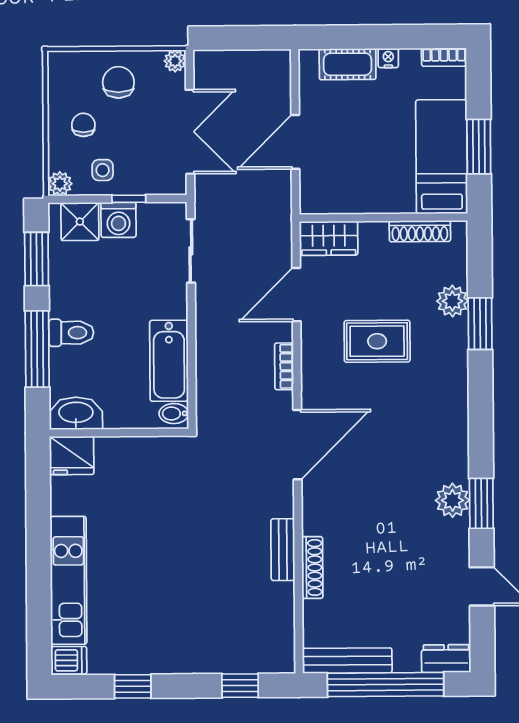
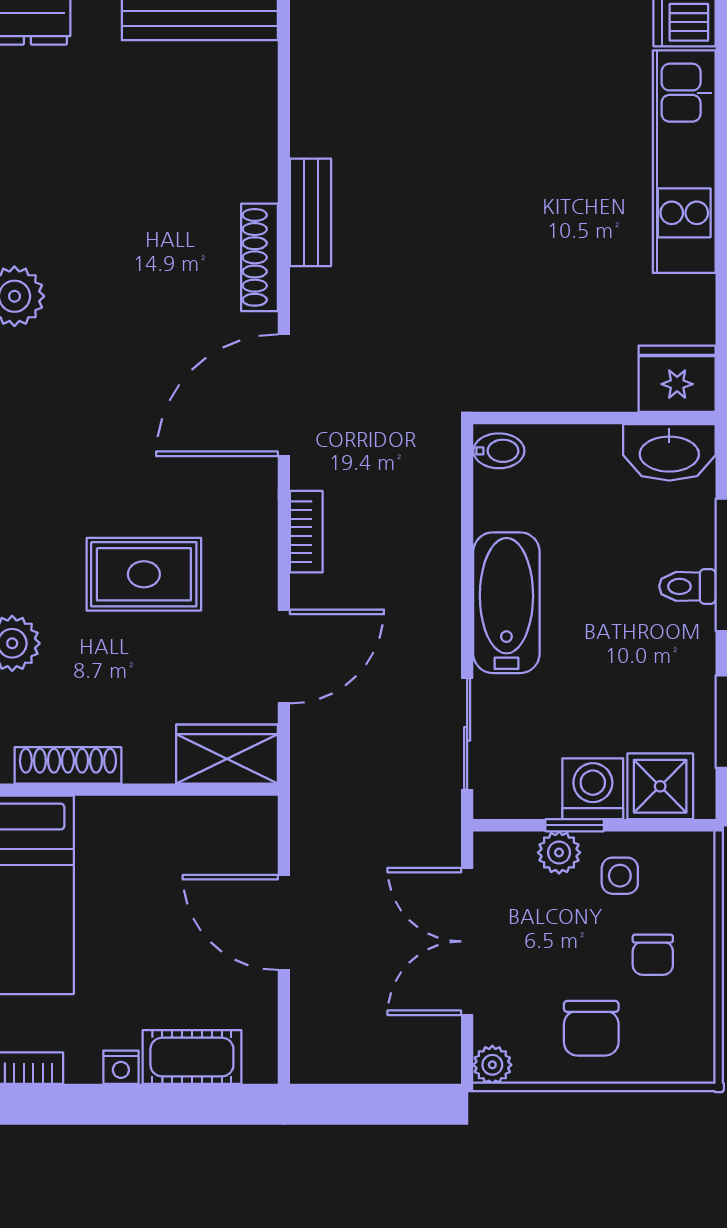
door: (295, 142) -> (284, 922), swing flipped
plant: (60, 184) -> (559, 853), moved
toilet: (71, 333) -> (687, 586), width x0.73, depth x0.72
bathtub: (169, 361) -> (506, 603), moved
shoe rack: (312, 568) -> (259, 257), moved

